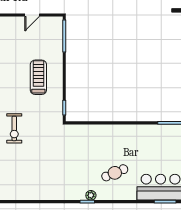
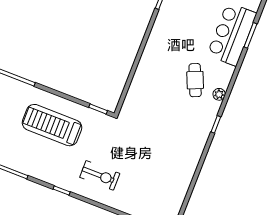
treadmill: (38, 77) -> (52, 125), width x1.37, depth x1.38
plant: (91, 195) -> (219, 94), moved

